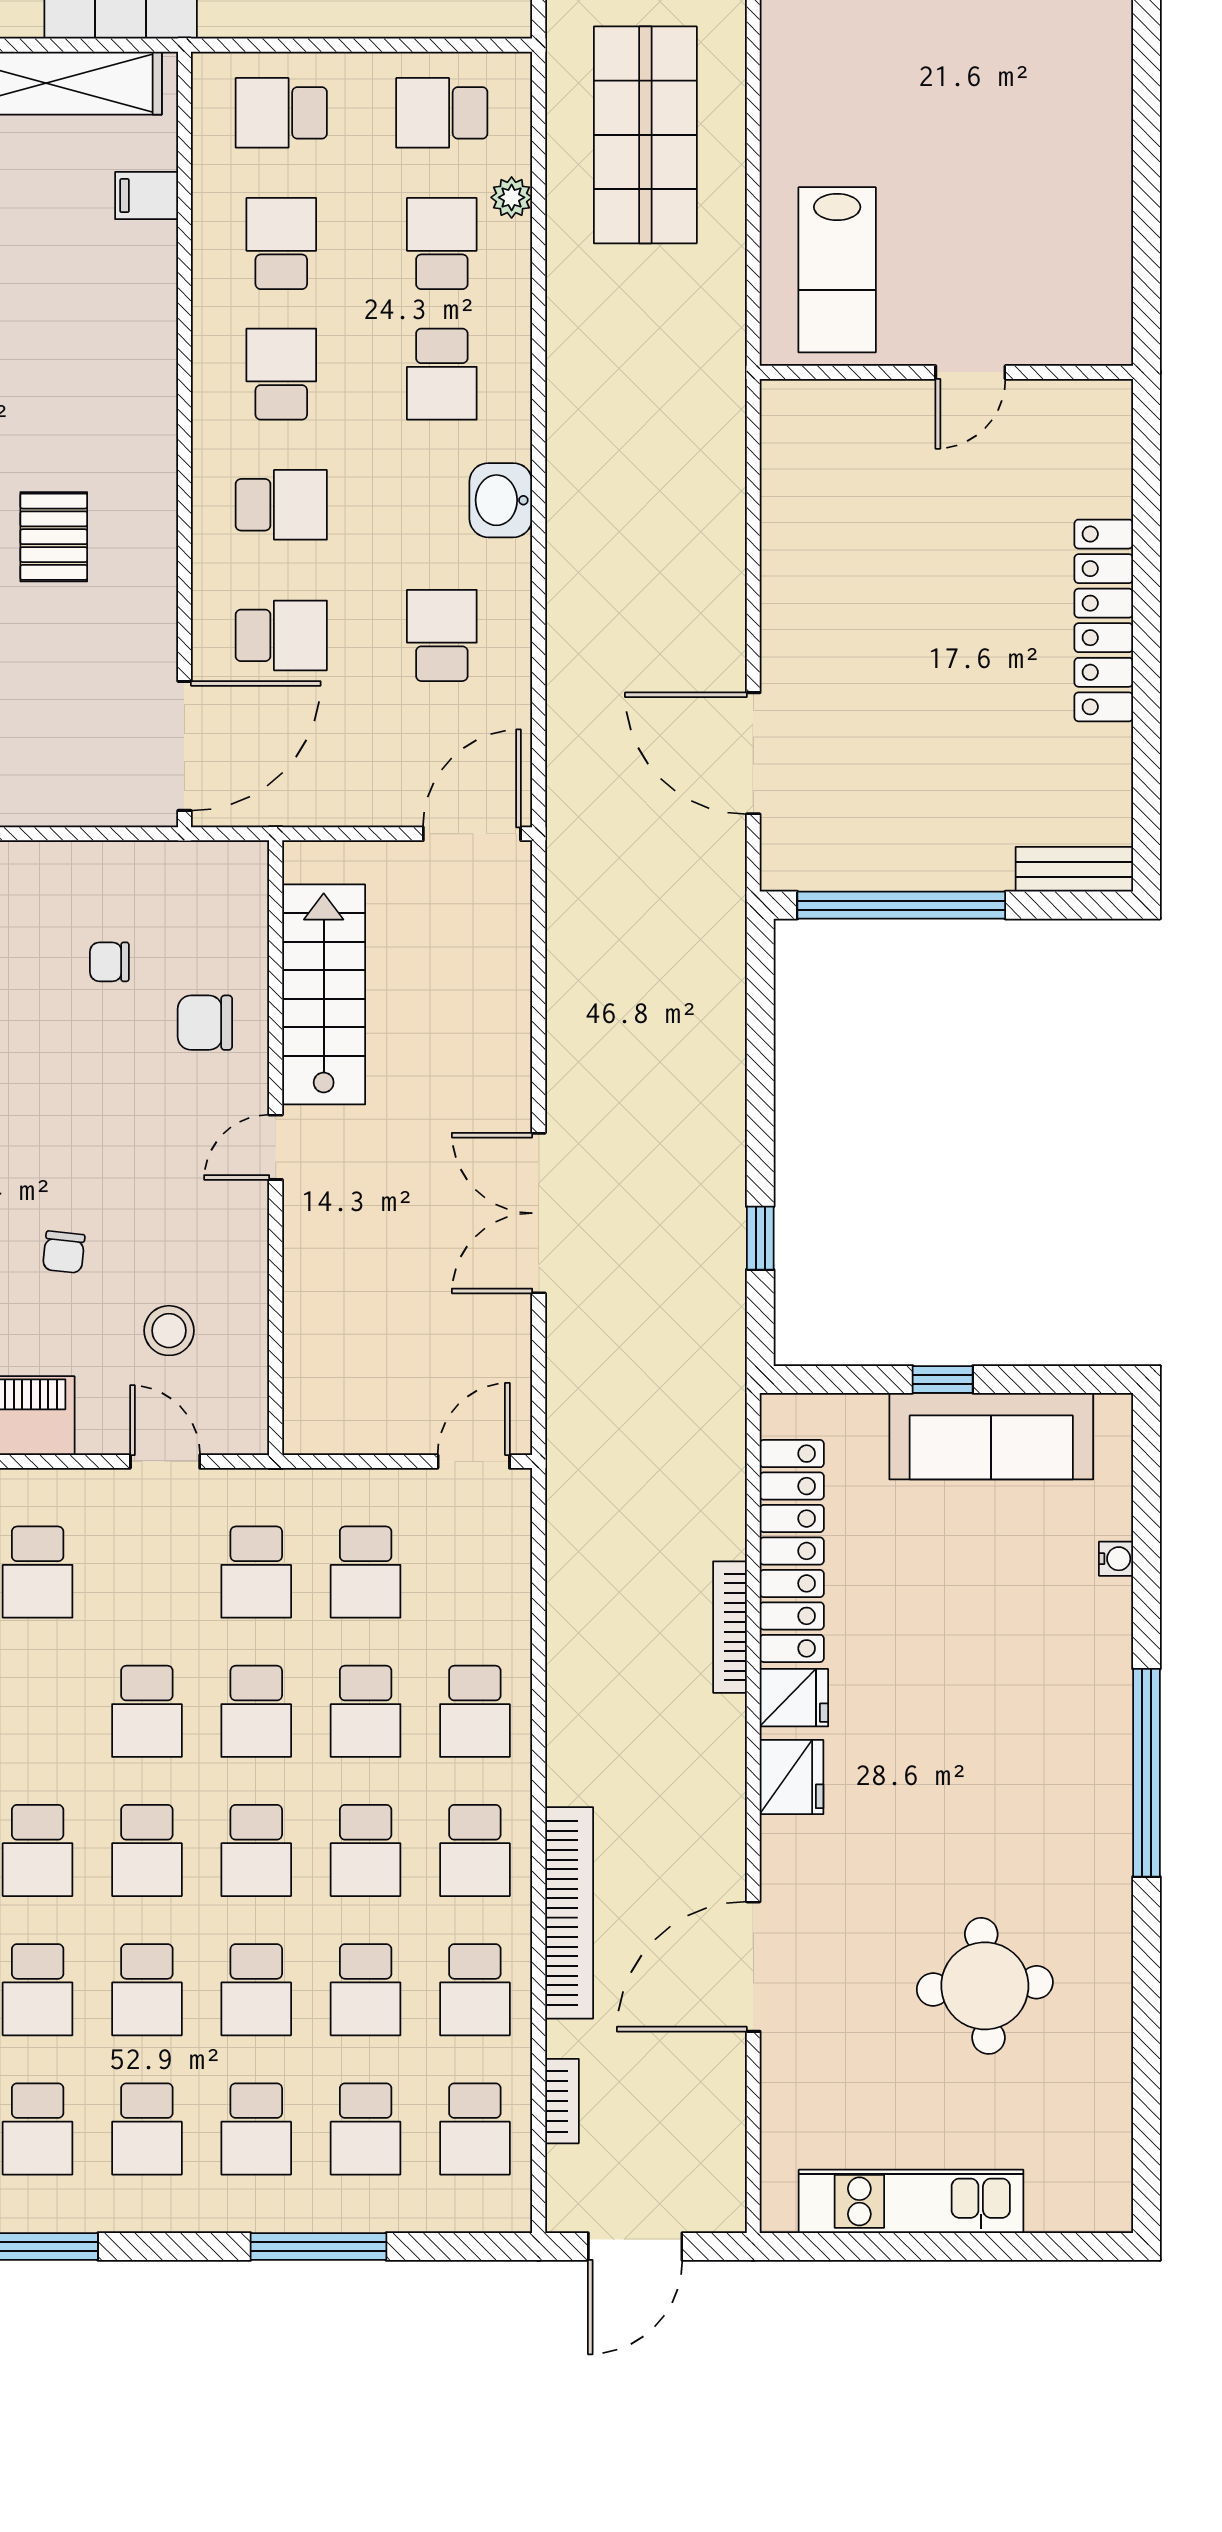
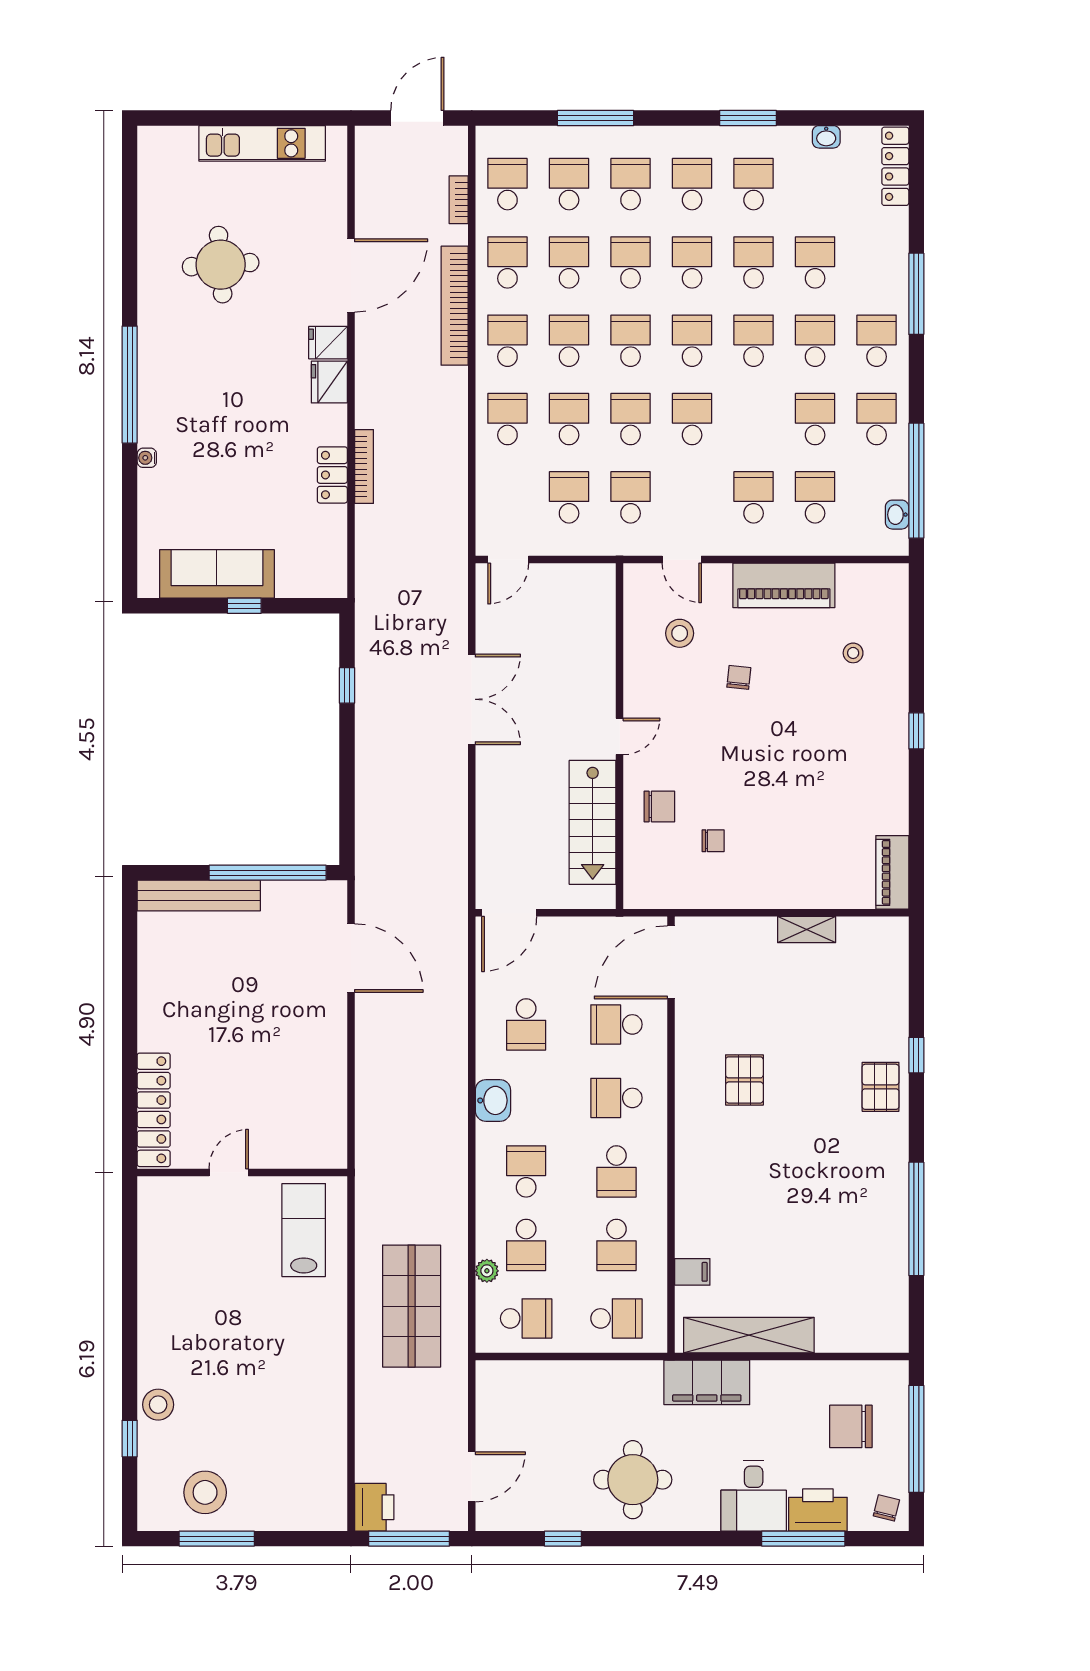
locker: (1104, 620) -> (154, 1110), moved
bench: (1074, 869) -> (199, 896), width x1.86, depth x1.21
locker: (792, 1551) -> (332, 475), width x0.46, depth x0.83
water cooler: (1116, 1559) -> (147, 458), moved
fridge: (794, 1698) -> (328, 343), moved

